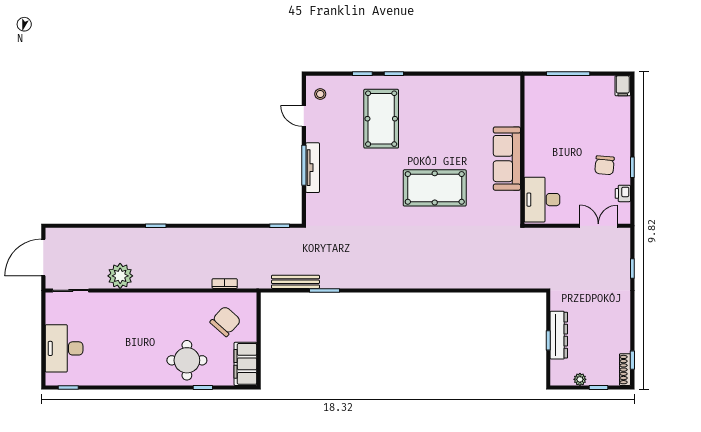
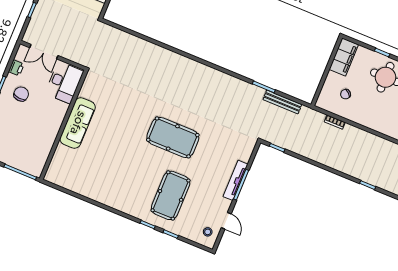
wall: (522, 150) -> (64, 125), moved
sofa: (507, 159) -> (78, 123), moved
pool table: (435, 188) -> (173, 137), moved
desk: (542, 200) -> (64, 82), moved
chair: (225, 321) -> (346, 94), width x0.54, depth x0.54

